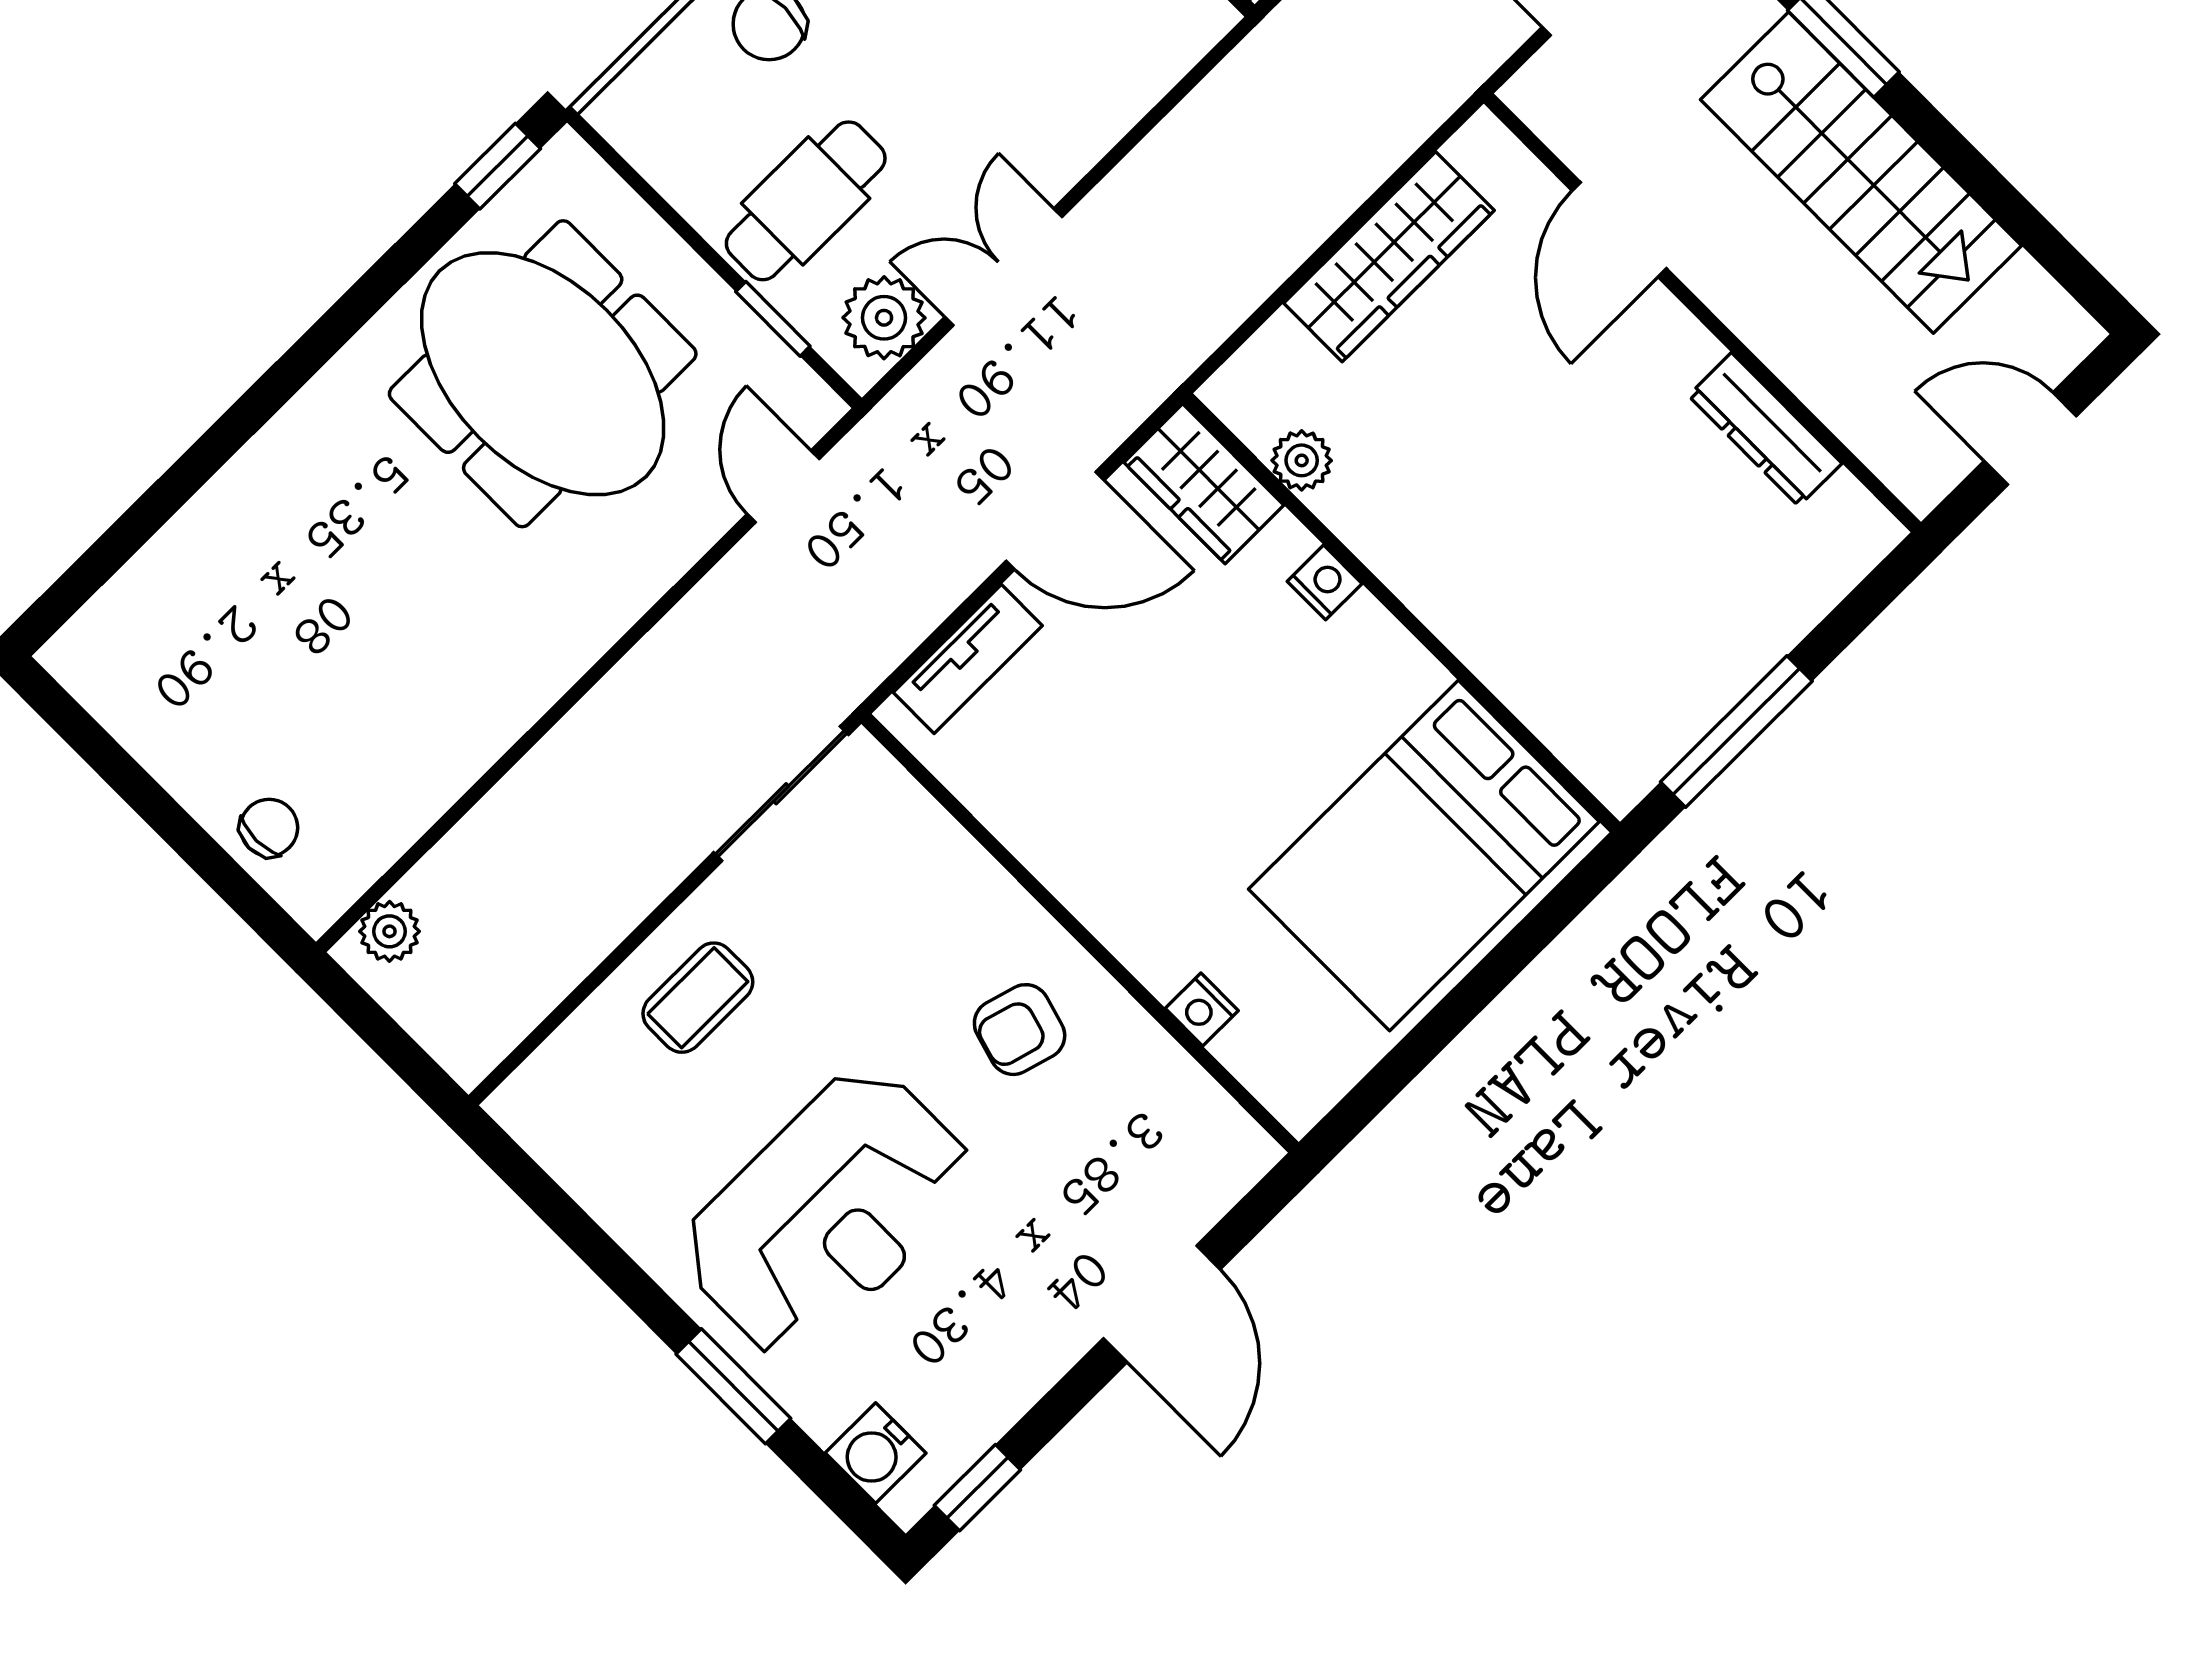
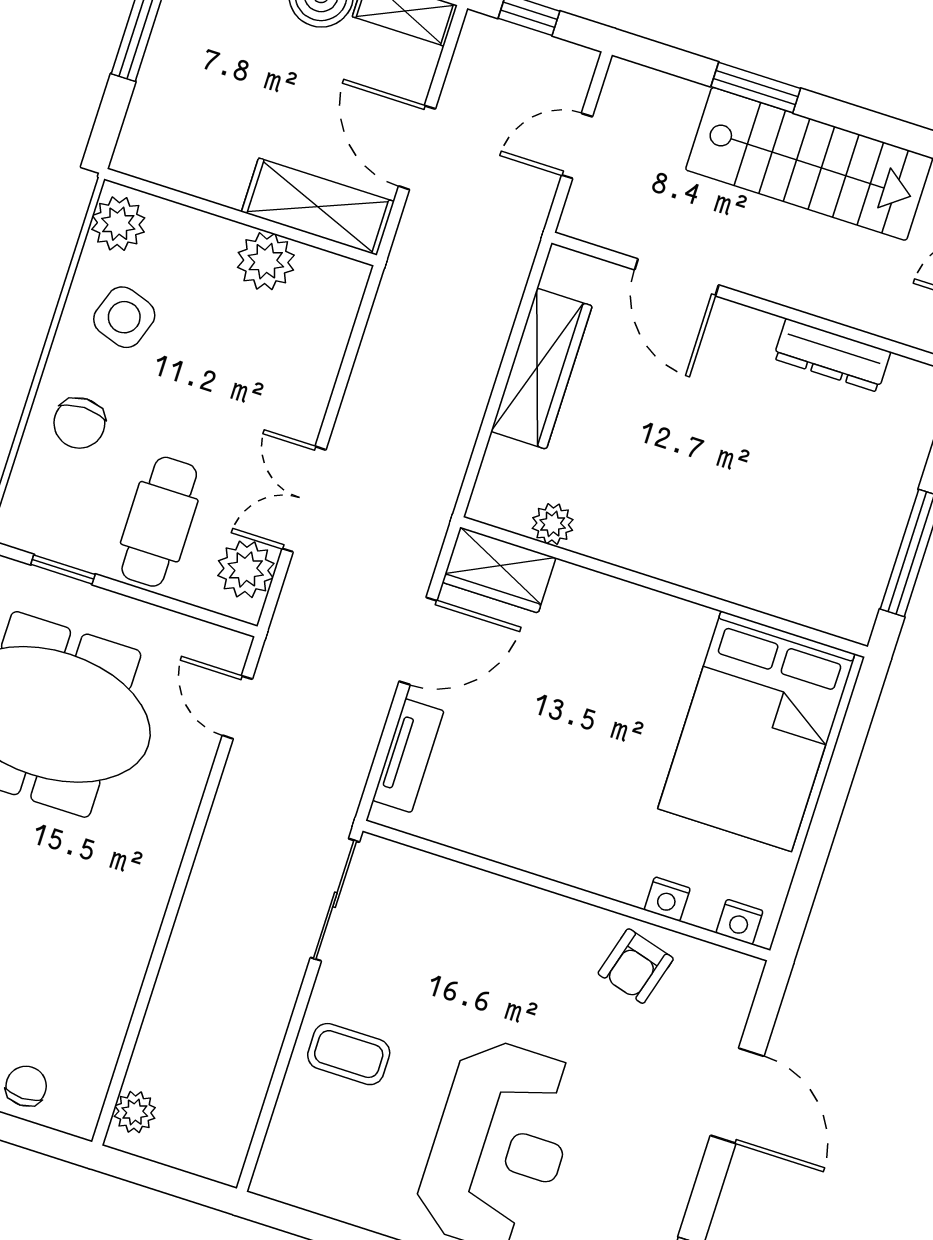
window: (773, 319) -> (63, 569), moved
nightstand: (1325, 582) -> (739, 922), moved, turned 180
coffee table: (698, 998) -> (349, 1054), turned 90
armchair: (1020, 1030) -> (636, 966), moved

